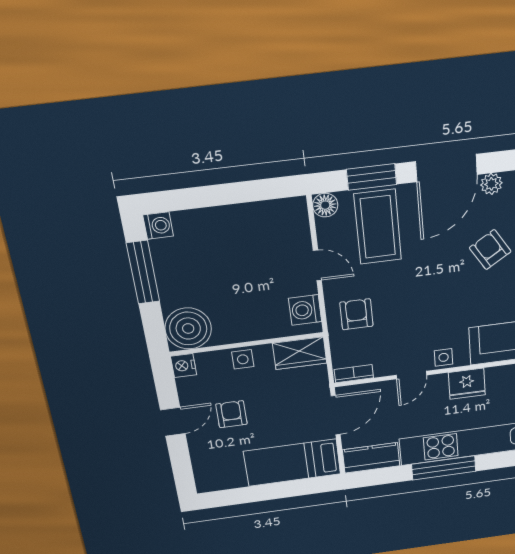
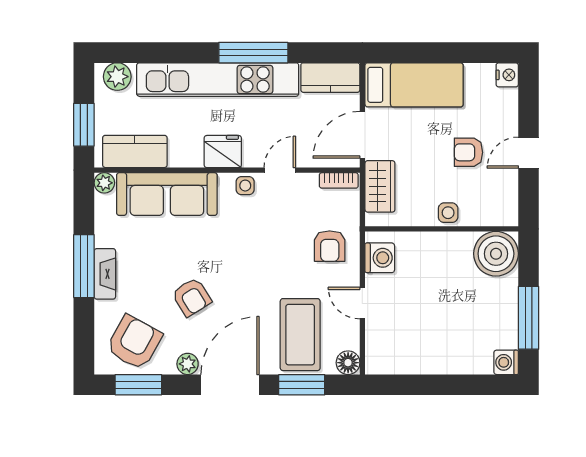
wardrobe: (300, 353) -> (380, 186), moved, turned 90
nightstand: (184, 366) -> (507, 75), moved
armchair: (231, 414) -> (468, 152), turned 90

